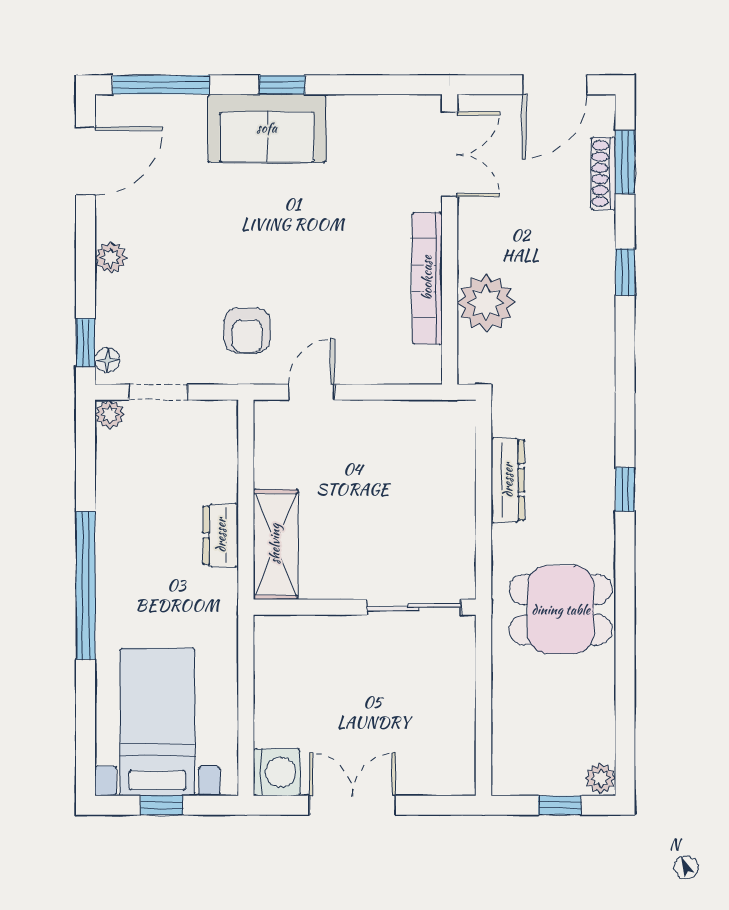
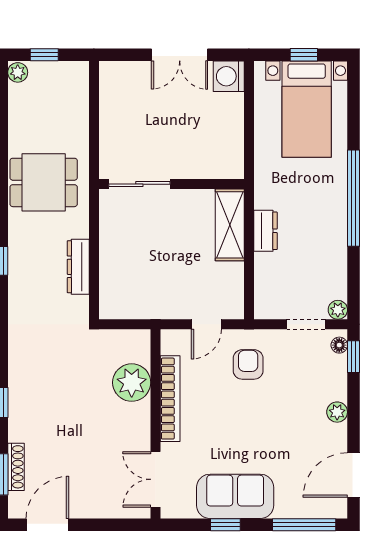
double door: (450, 154) -> (155, 479), moved
wall: (450, 239) -> (155, 424), moved
bookcase: (427, 278) -> (170, 399), moved
plant: (486, 303) -> (132, 383), moved

